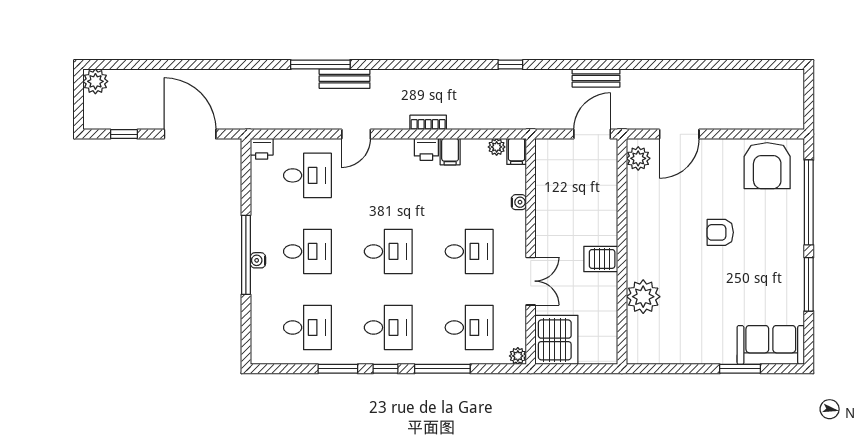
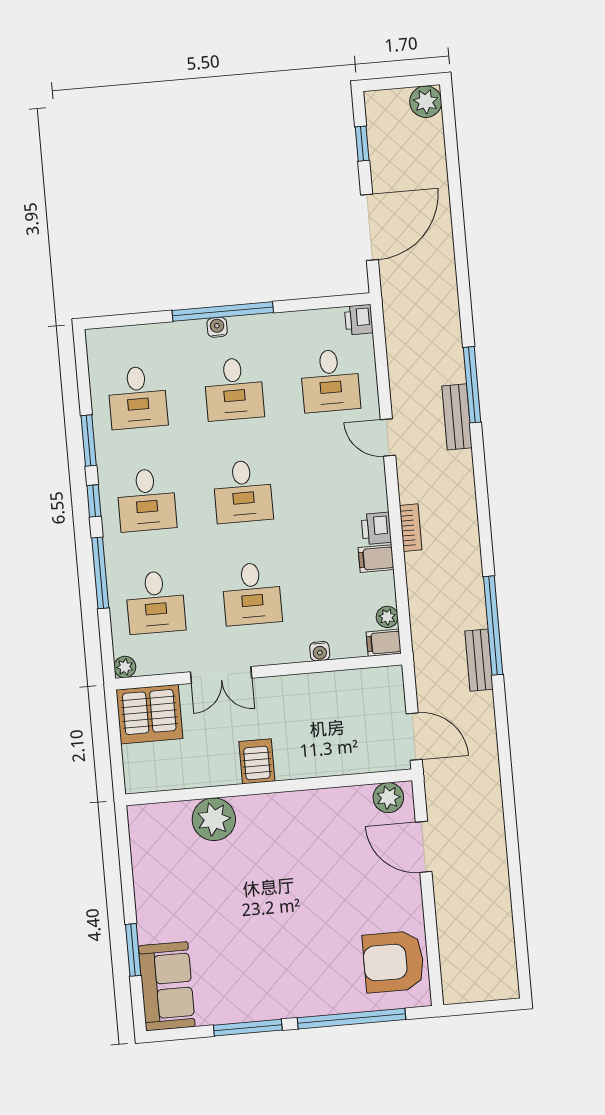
window: (510, 65) -> (493, 625), width x3.17
bench: (596, 78) -> (479, 660), moved
armchair: (720, 232) -> (304, 910), removed

